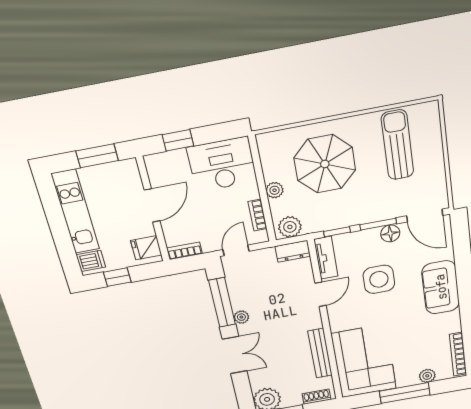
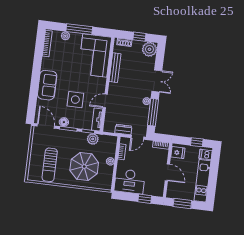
door: (152, 205) -> (167, 172), swing flipped
plant: (290, 227) -> (93, 139), moved
dresser: (293, 251) -> (123, 130), moved
double door: (235, 355) -> (157, 81), swing flipped

